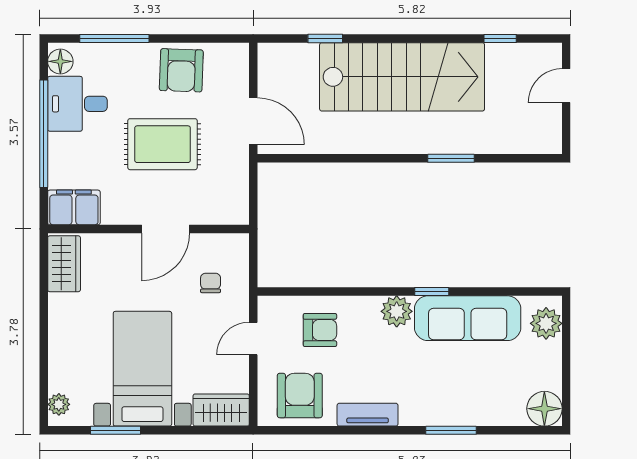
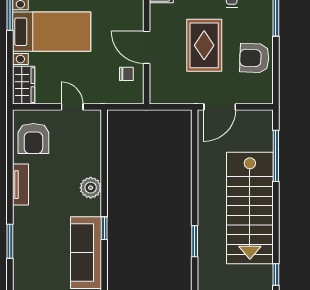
window: (325, 38) -> (276, 156), width x2.17
chair: (211, 283) -> (126, 74), moved
plant: (397, 311) -> (91, 188), moved
armchair: (320, 330) -> (78, 152), removed
armchair: (300, 396) -> (33, 139), turned 90

